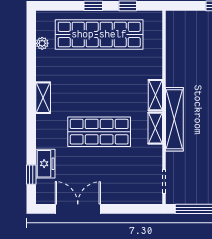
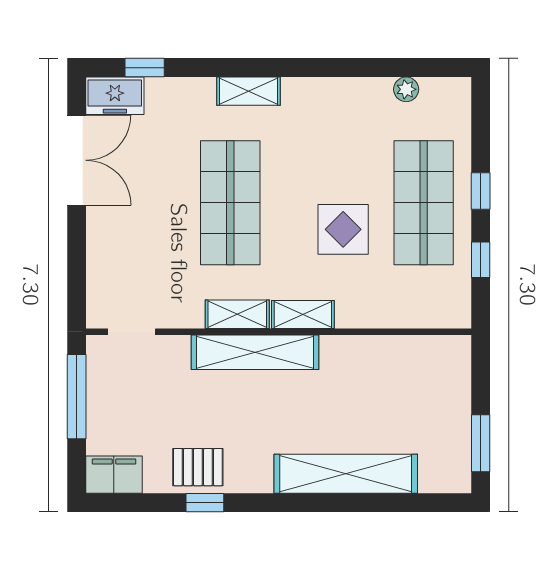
shop shelf: (99, 34) -> (424, 203), width x0.71
display table: (113, 75) -> (343, 229), added
shelving: (43, 98) -> (248, 91), moved
freezer: (45, 164) -> (115, 96), moved

